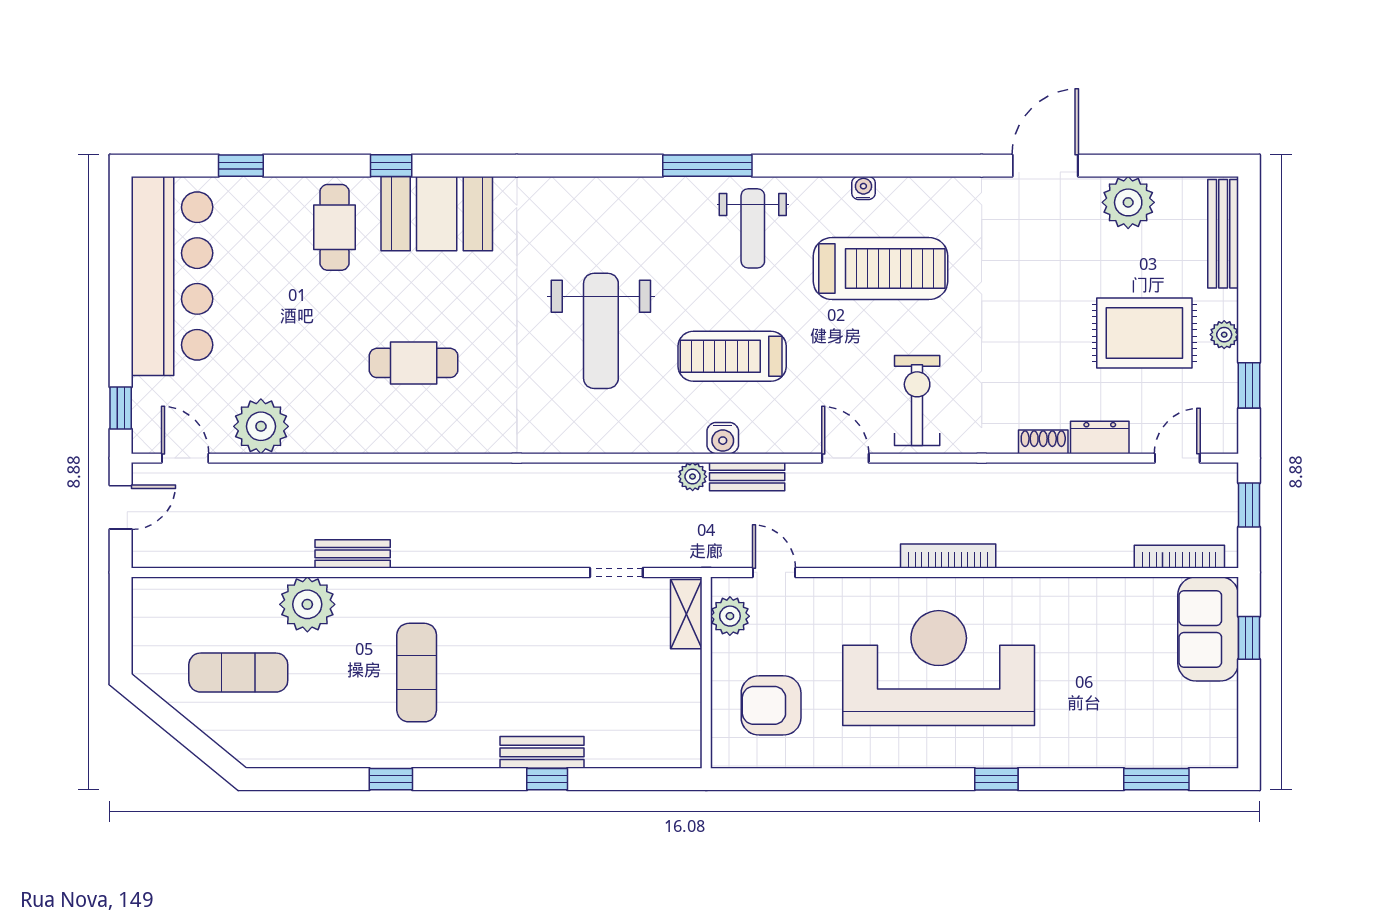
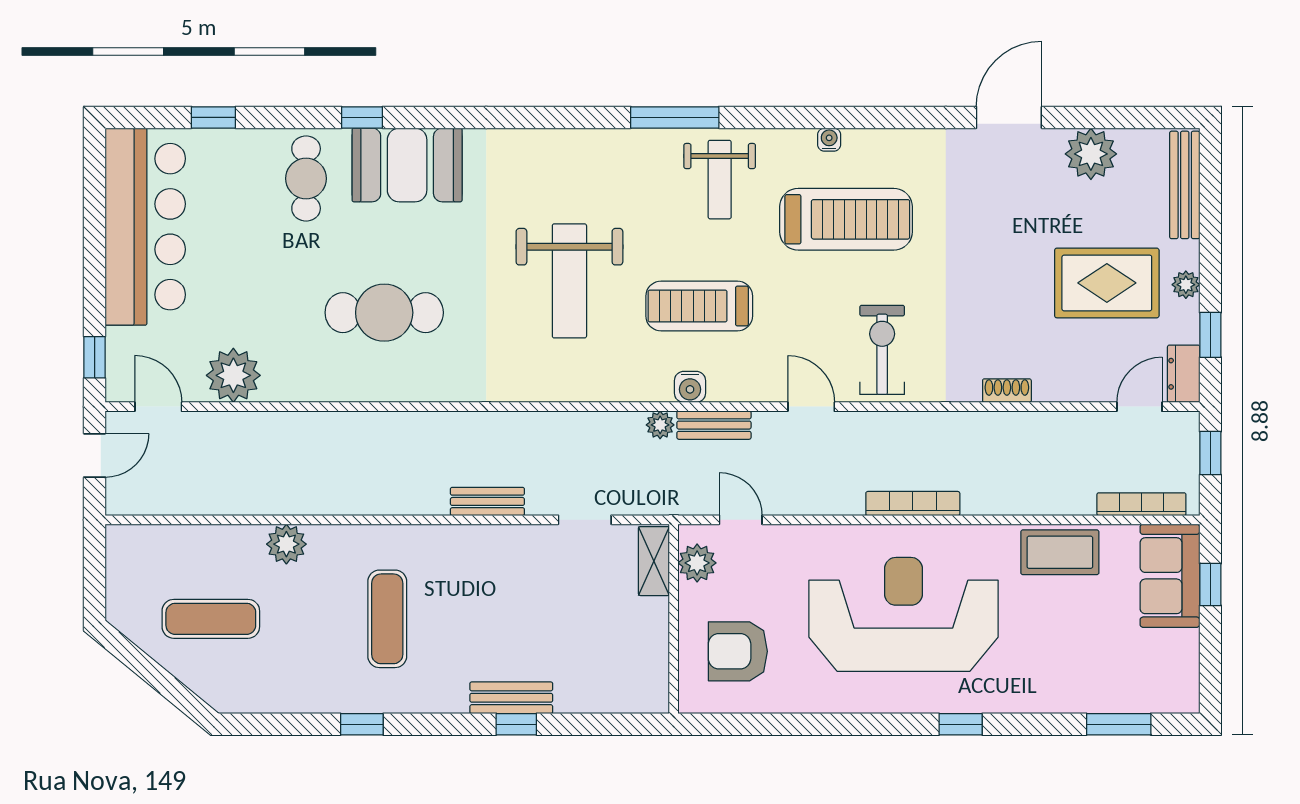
cafe table: (414, 363) -> (384, 313), width x1.37, depth x1.35
dresser: (1100, 437) -> (1184, 374), moved, turned -90
bench: (353, 554) -> (487, 501), moved
plant: (307, 604) -> (286, 544), width x0.73, depth x0.73
coffee table: (1097, 605) -> (1060, 552), added

